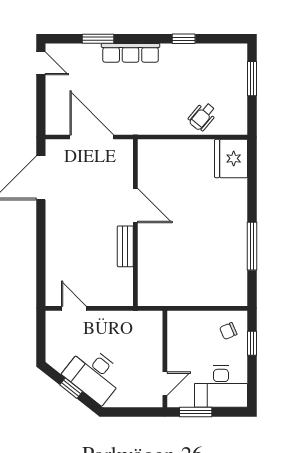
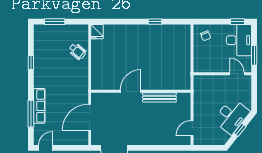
window: (98, 39) -> (31, 114), width x1.44
row of seats: (131, 53) -> (39, 106), moved
fridge: (231, 158) -> (97, 32), width x0.53, depth x0.75
bench: (125, 246) -> (159, 97), width x1.36
window: (252, 246) -> (155, 22), width x0.46
window: (252, 343) -> (237, 22), moved

